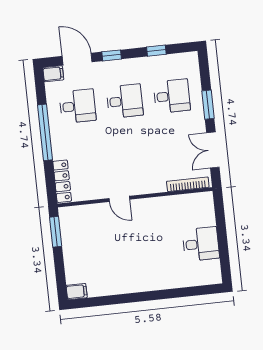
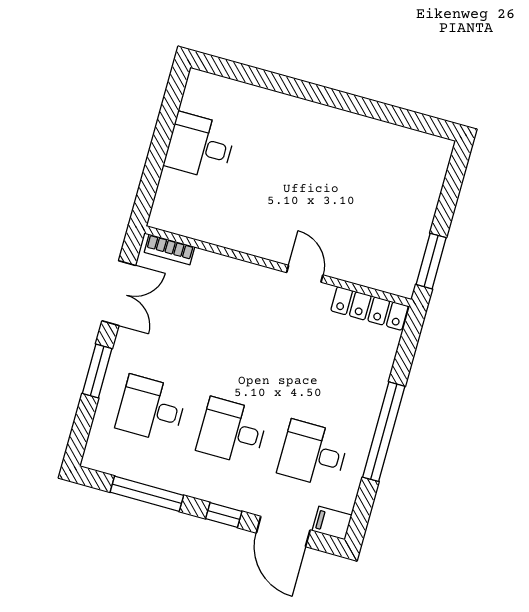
window: (156, 51) -> (147, 494), width x2.17
locker: (62, 181) -> (369, 308), moved, turned -90
bookcase: (188, 184) -> (170, 249), width x0.64
filing cabinet: (77, 292) -> (436, 149), removed

